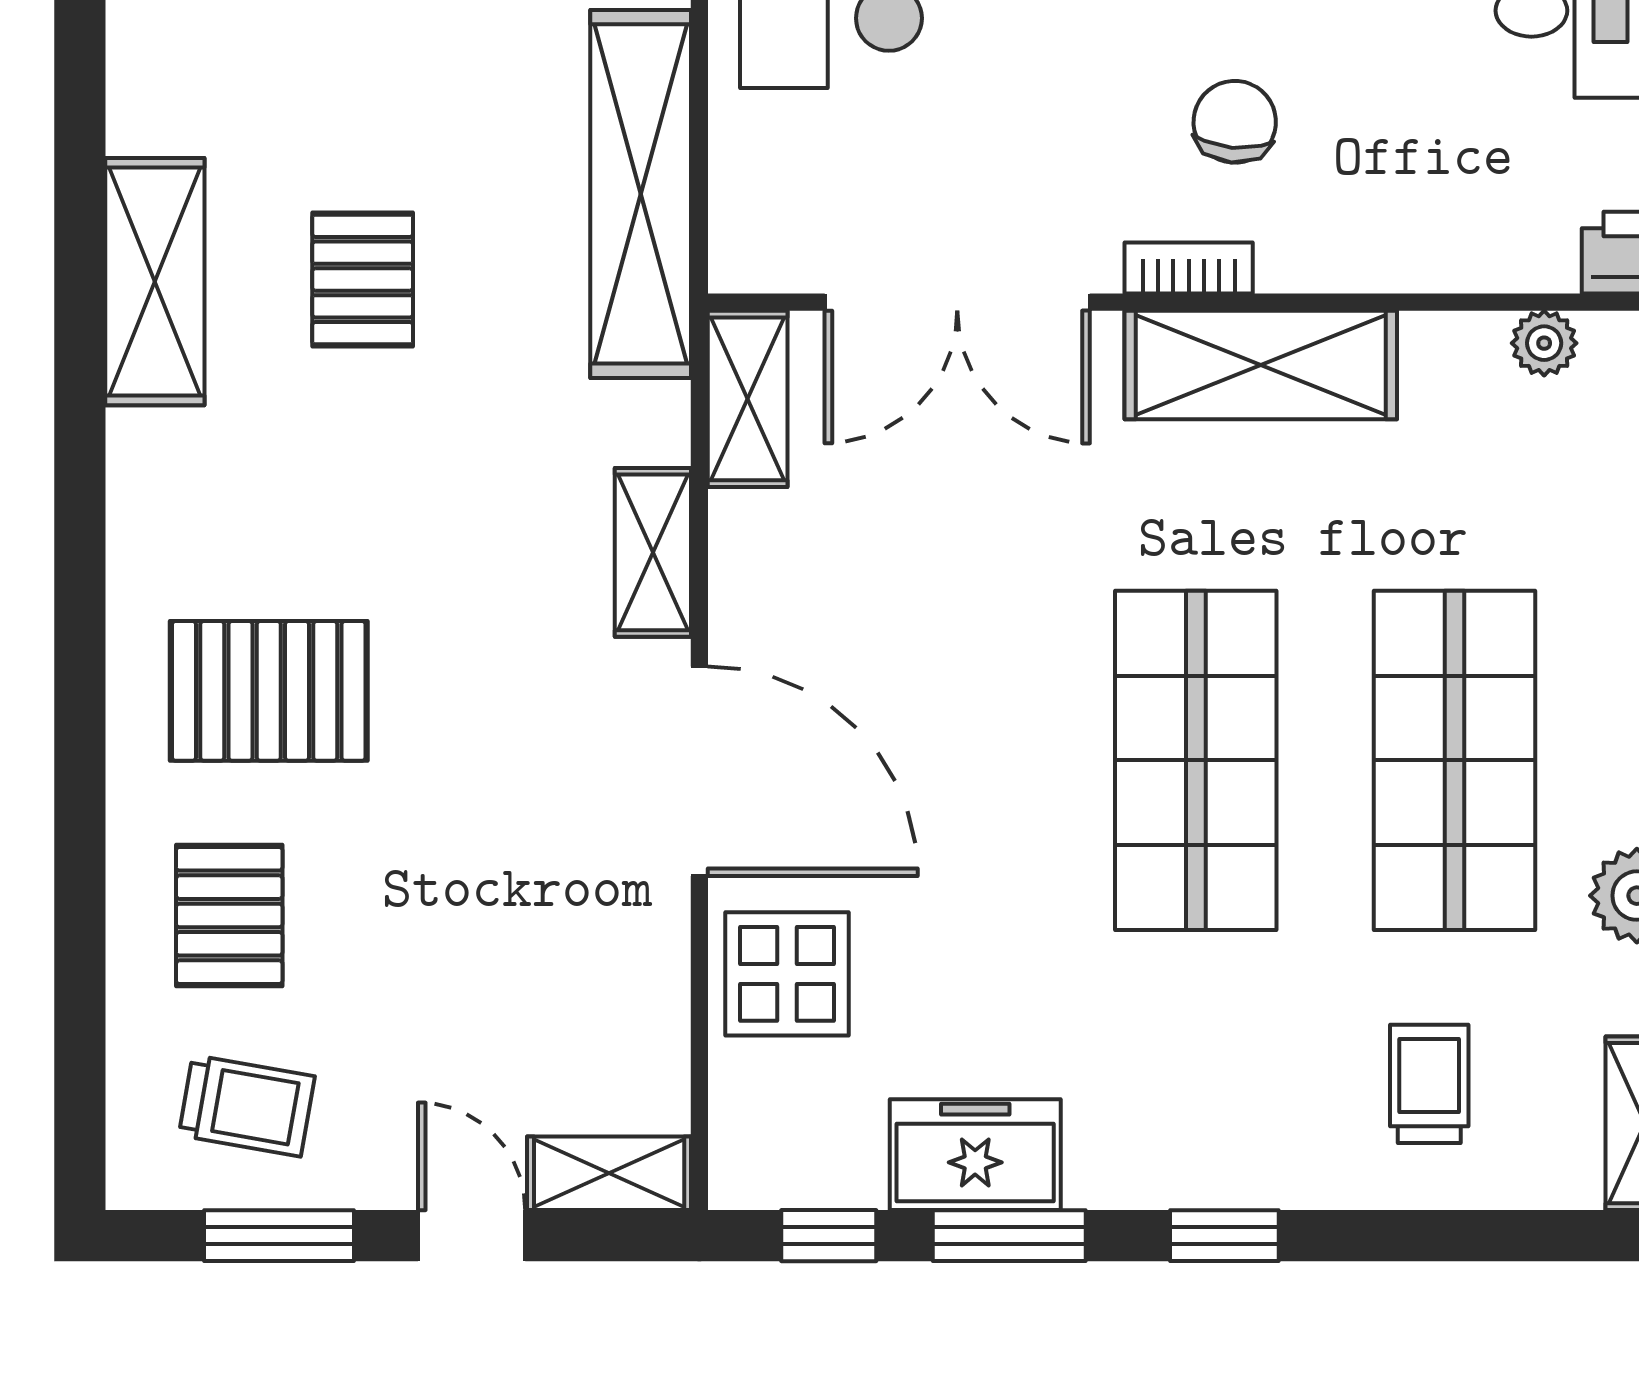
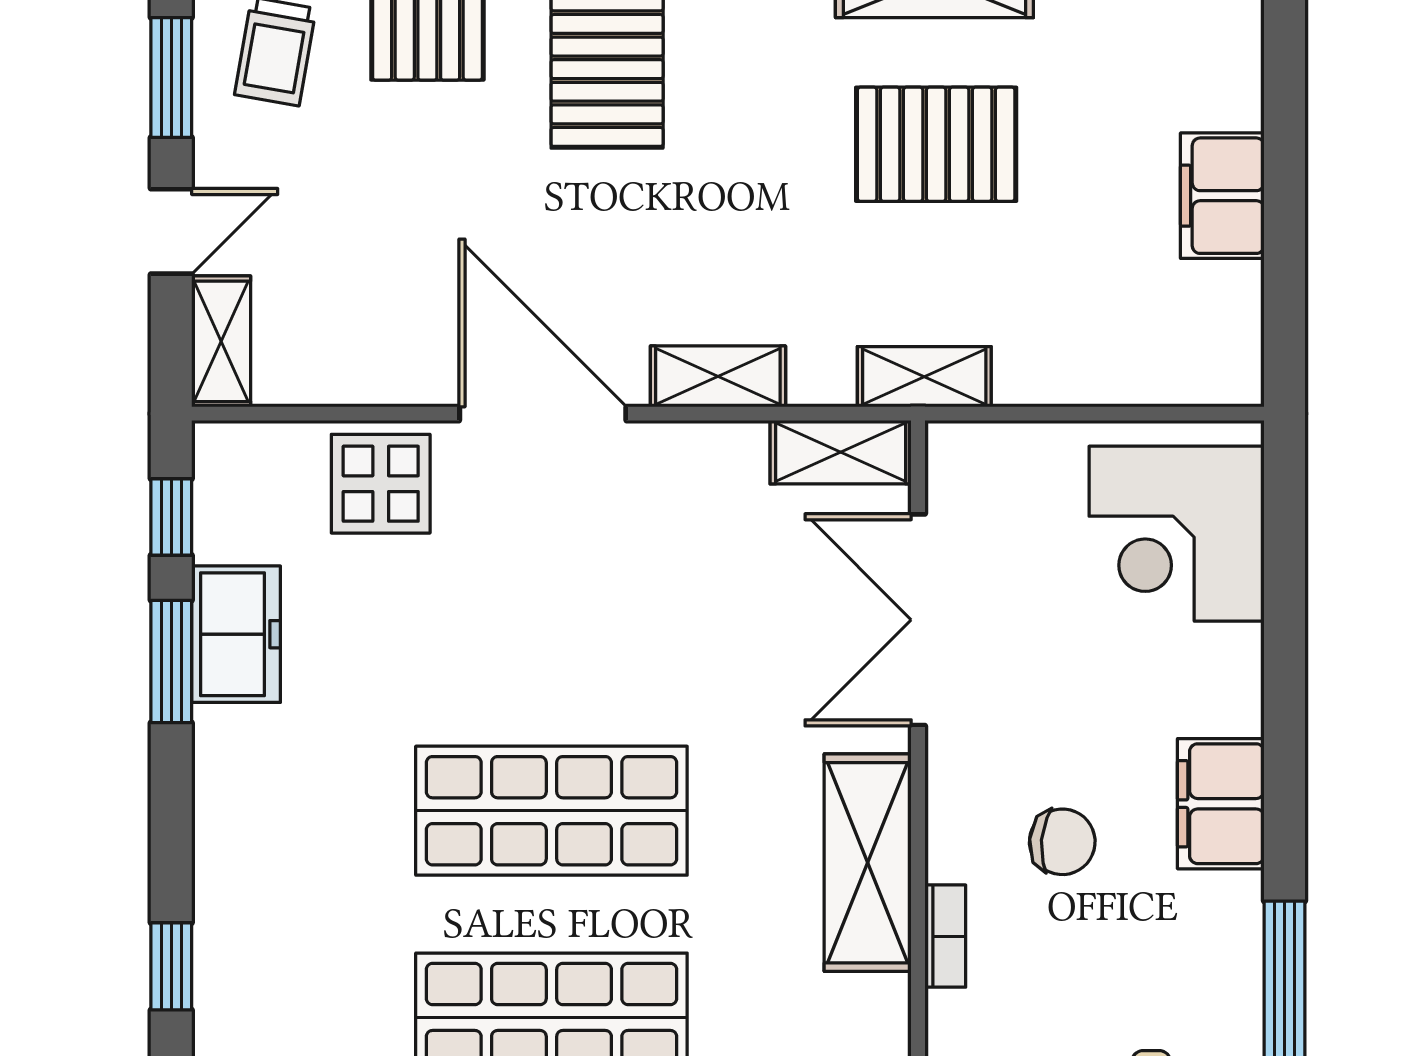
shelving: (641, 194) -> (924, 377), width x0.45, depth x0.75
bookcase: (1189, 268) -> (945, 936), moved
pallet: (363, 279) -> (936, 144), width x1.50, depth x1.42
door: (699, 771) -> (543, 414), swing flipped
trolley: (1429, 1084) -> (293, 997), removed
window: (1224, 1236) -> (171, 966), moved

